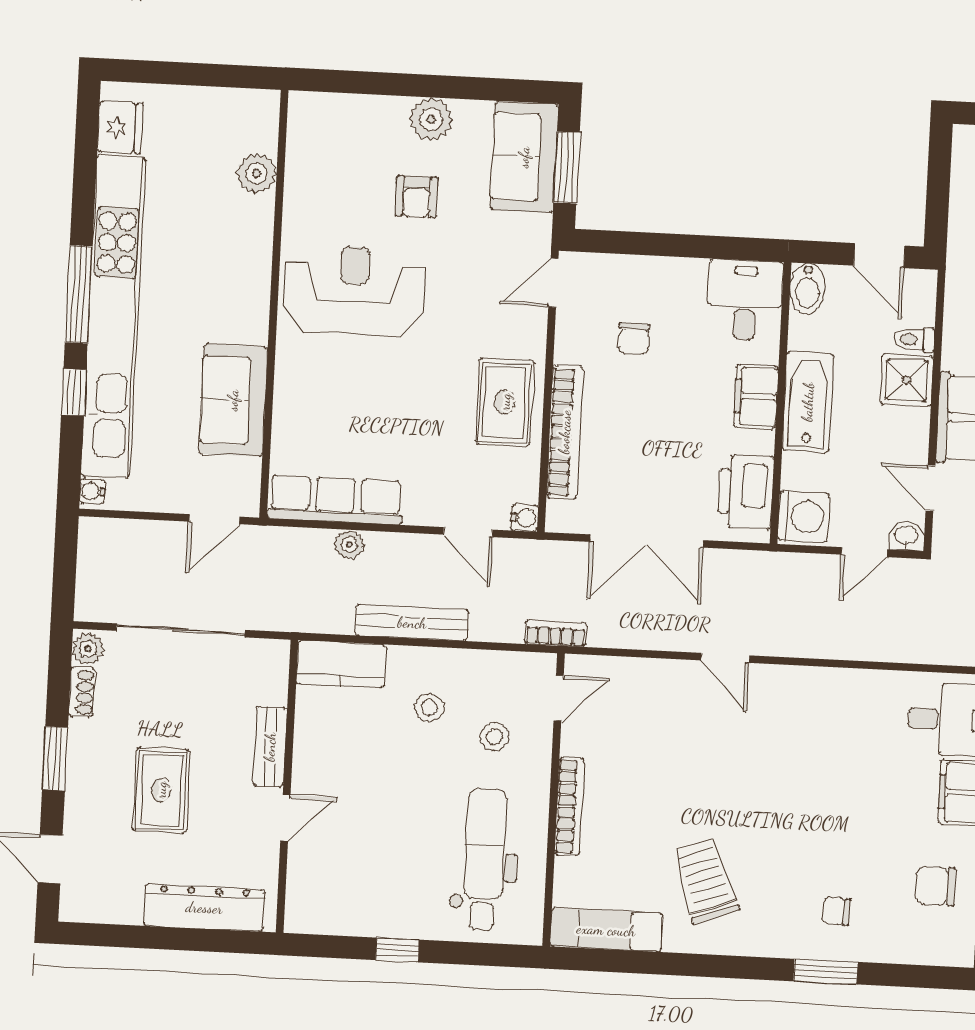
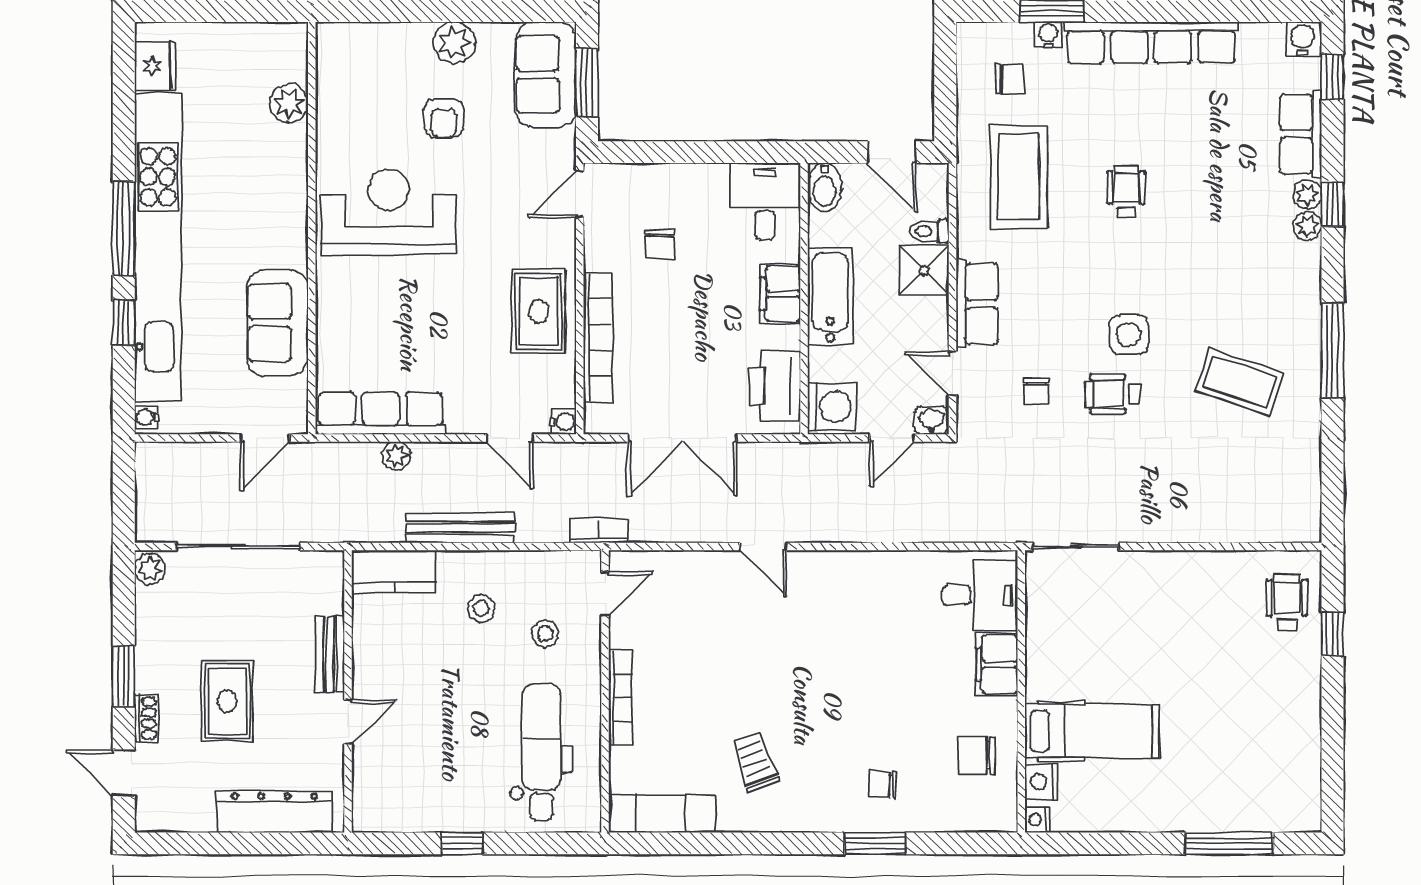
shoe rack: (82, 692) -> (146, 718), moved
trolley: (705, 881) -> (755, 762), width x0.73, depth x0.72

